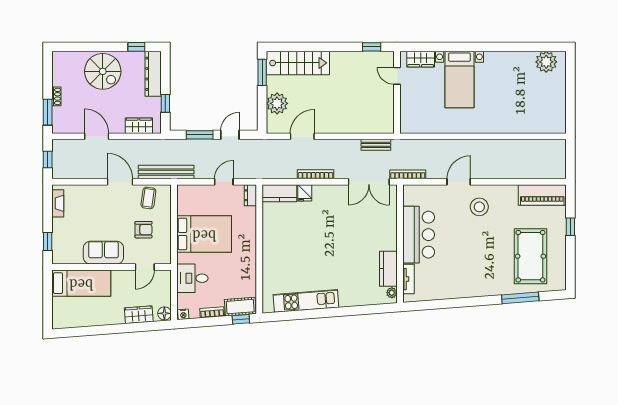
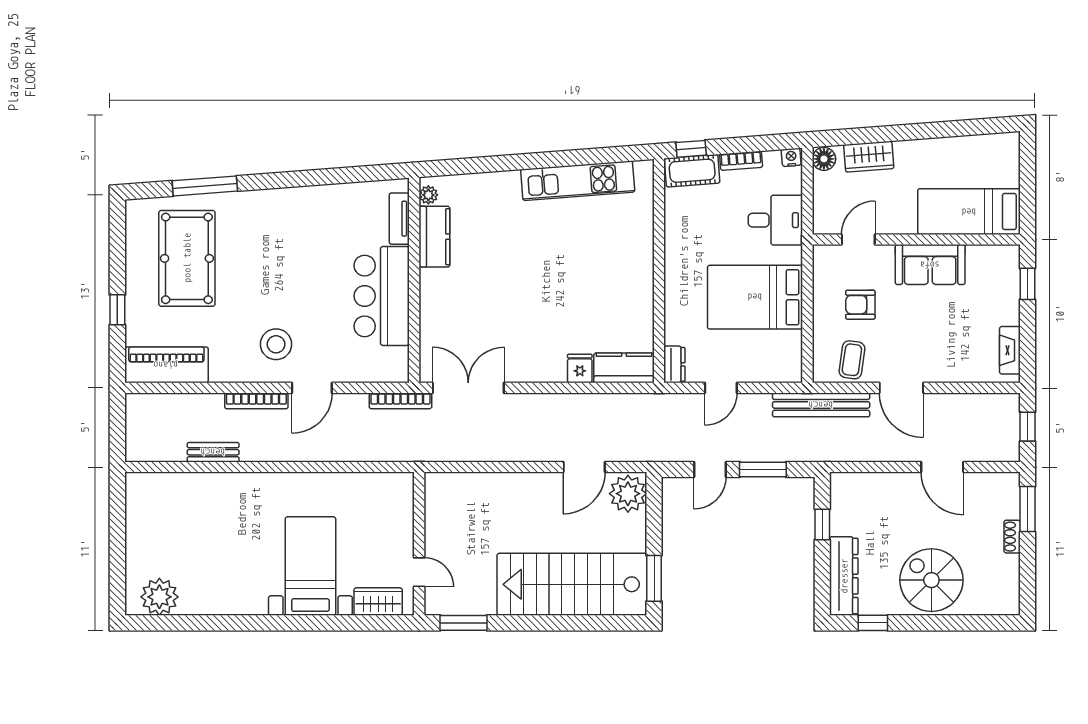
window: (372, 47) -> (463, 623), width x1.50
stairs: (298, 63) -> (572, 584), width x1.36, depth x1.51
plant: (277, 103) -> (628, 494), moved
wardrobe: (139, 126) -> (869, 486), removed
bench: (376, 145) -> (213, 452), moved
bookcase: (316, 174) -> (256, 401), moved

